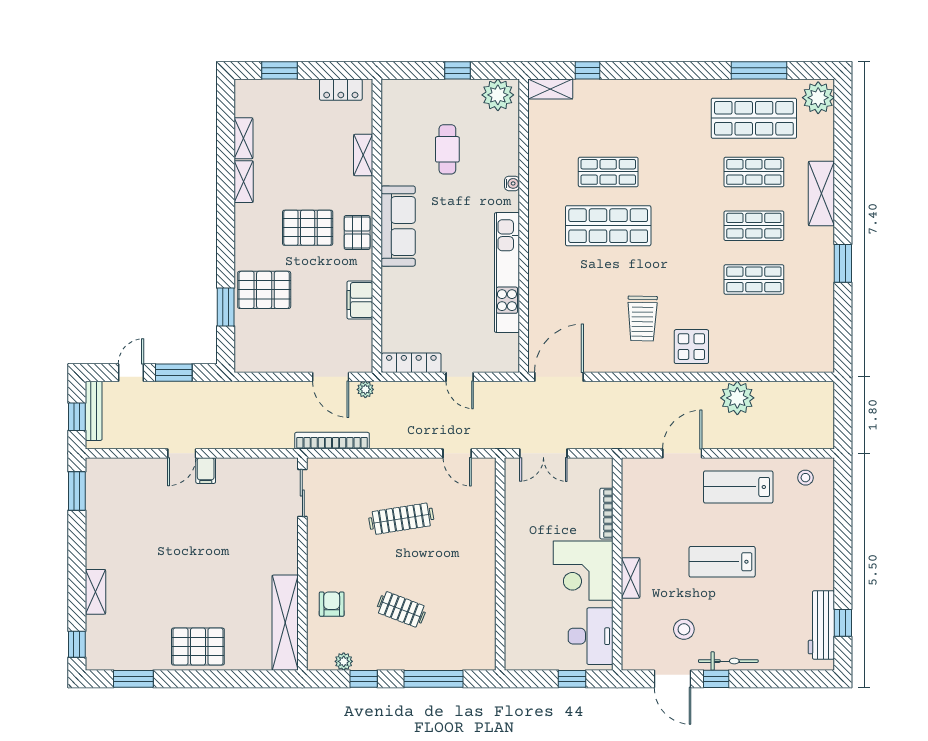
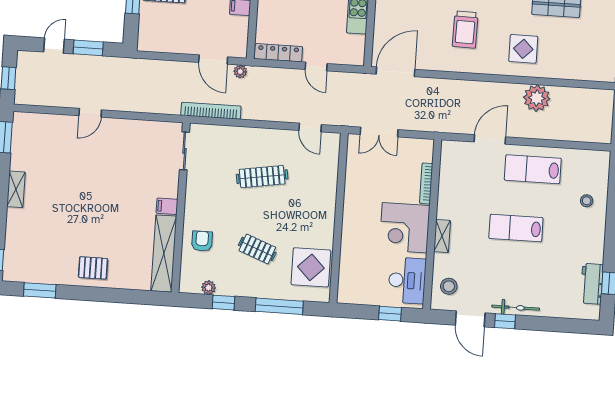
display table: (691, 347) -> (523, 49), moved
bench: (94, 411) -> (22, 74), removed
filing cabinet: (206, 471) -> (167, 206), moved, turned 90
stool: (805, 478) -> (587, 201), moved
shelving: (95, 592) -> (16, 189), moved
workbench: (821, 625) -> (592, 284), width x0.73
display table: (470, 628) -> (311, 267), added
stool: (684, 629) -> (449, 286), moved
pallet: (198, 647) -> (93, 268), width x0.67, depth x0.71

